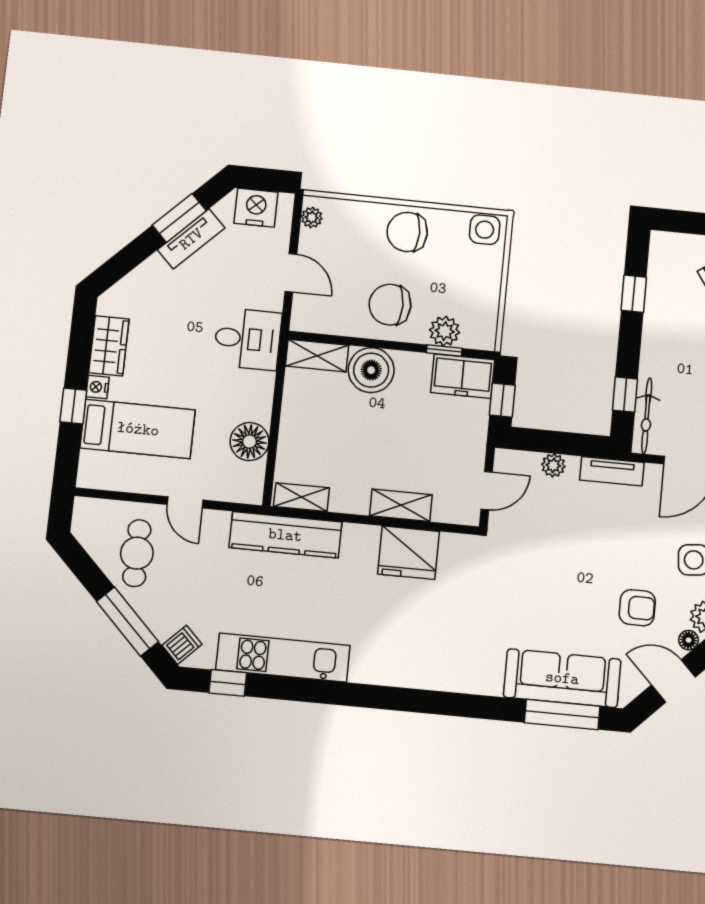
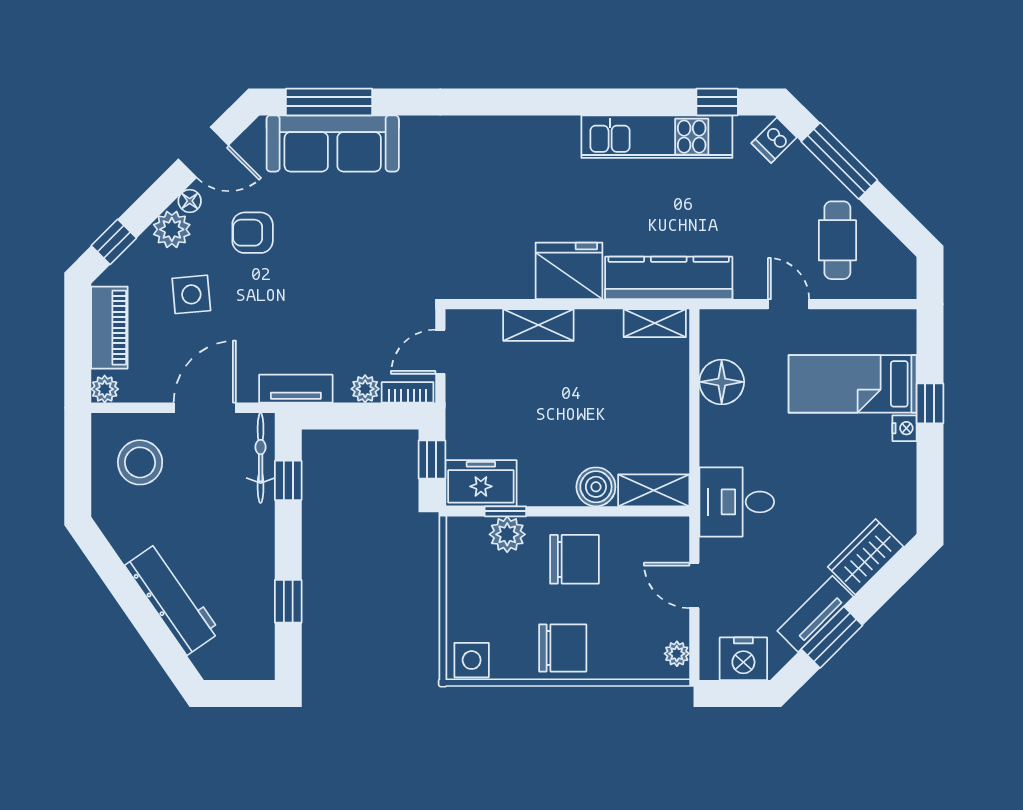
wardrobe: (109, 346) -> (866, 557), moved, turned 45
boiler: (371, 370) -> (596, 487), width x0.73, depth x0.73
bookcase: (518, 459) -> (408, 392), added
fridge: (409, 553) -> (569, 271), moved

